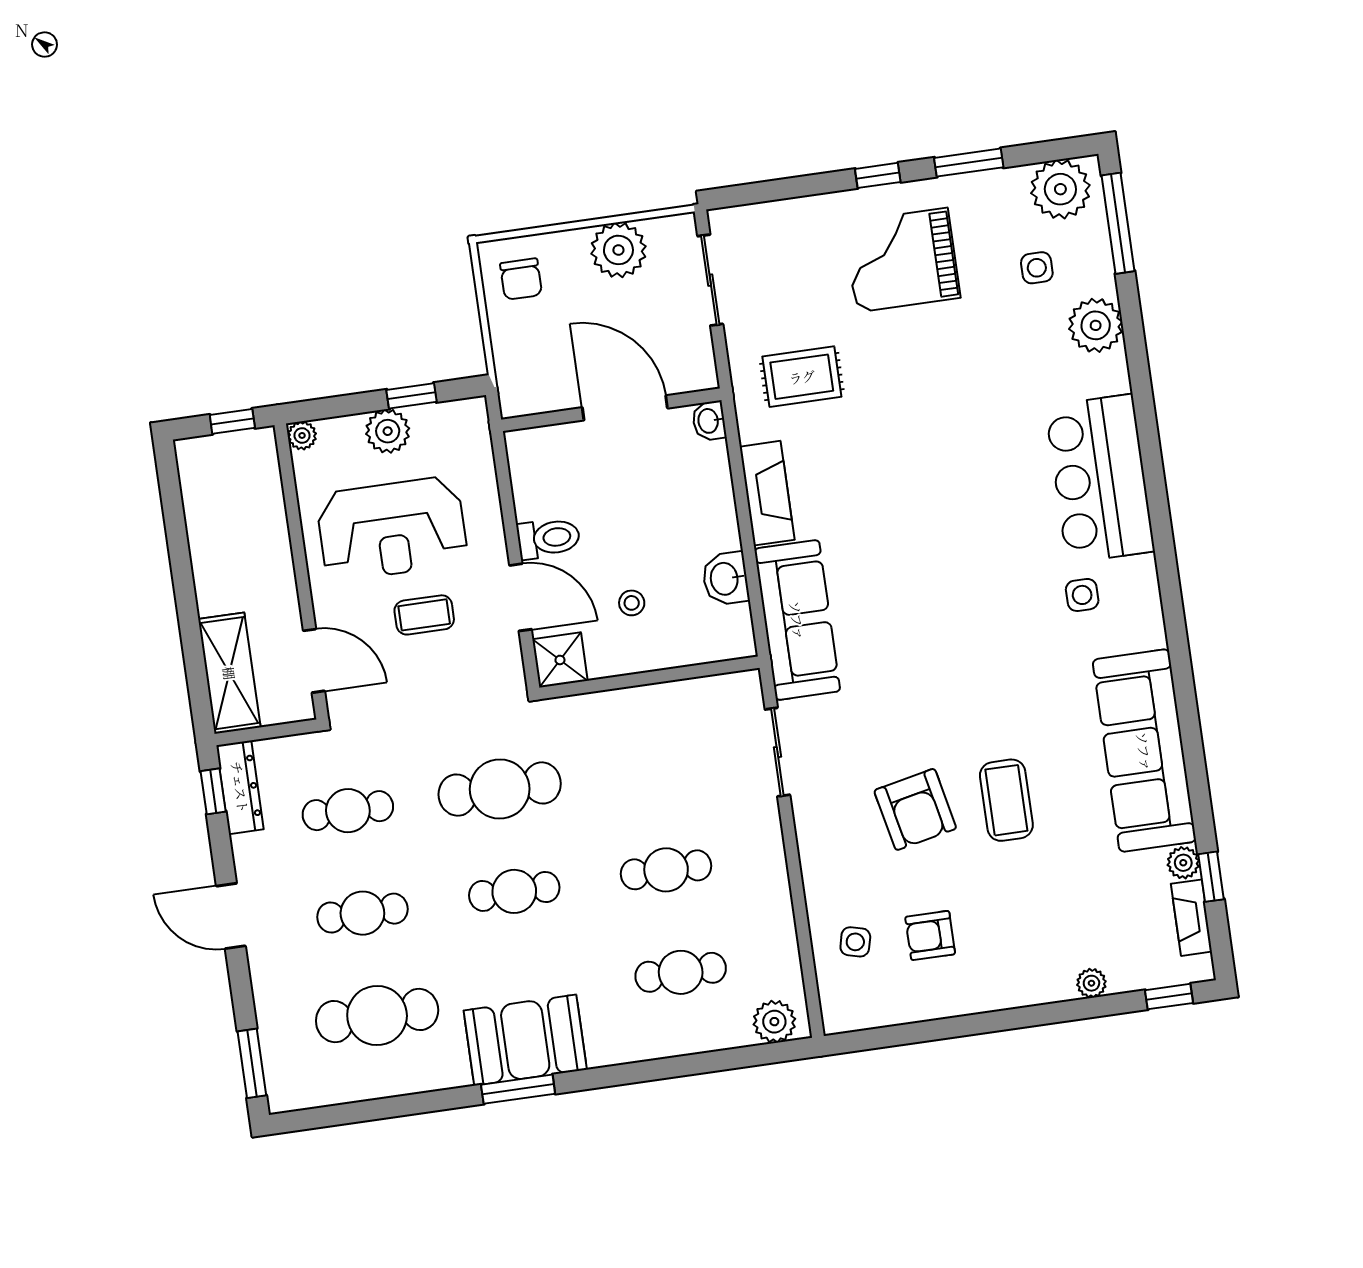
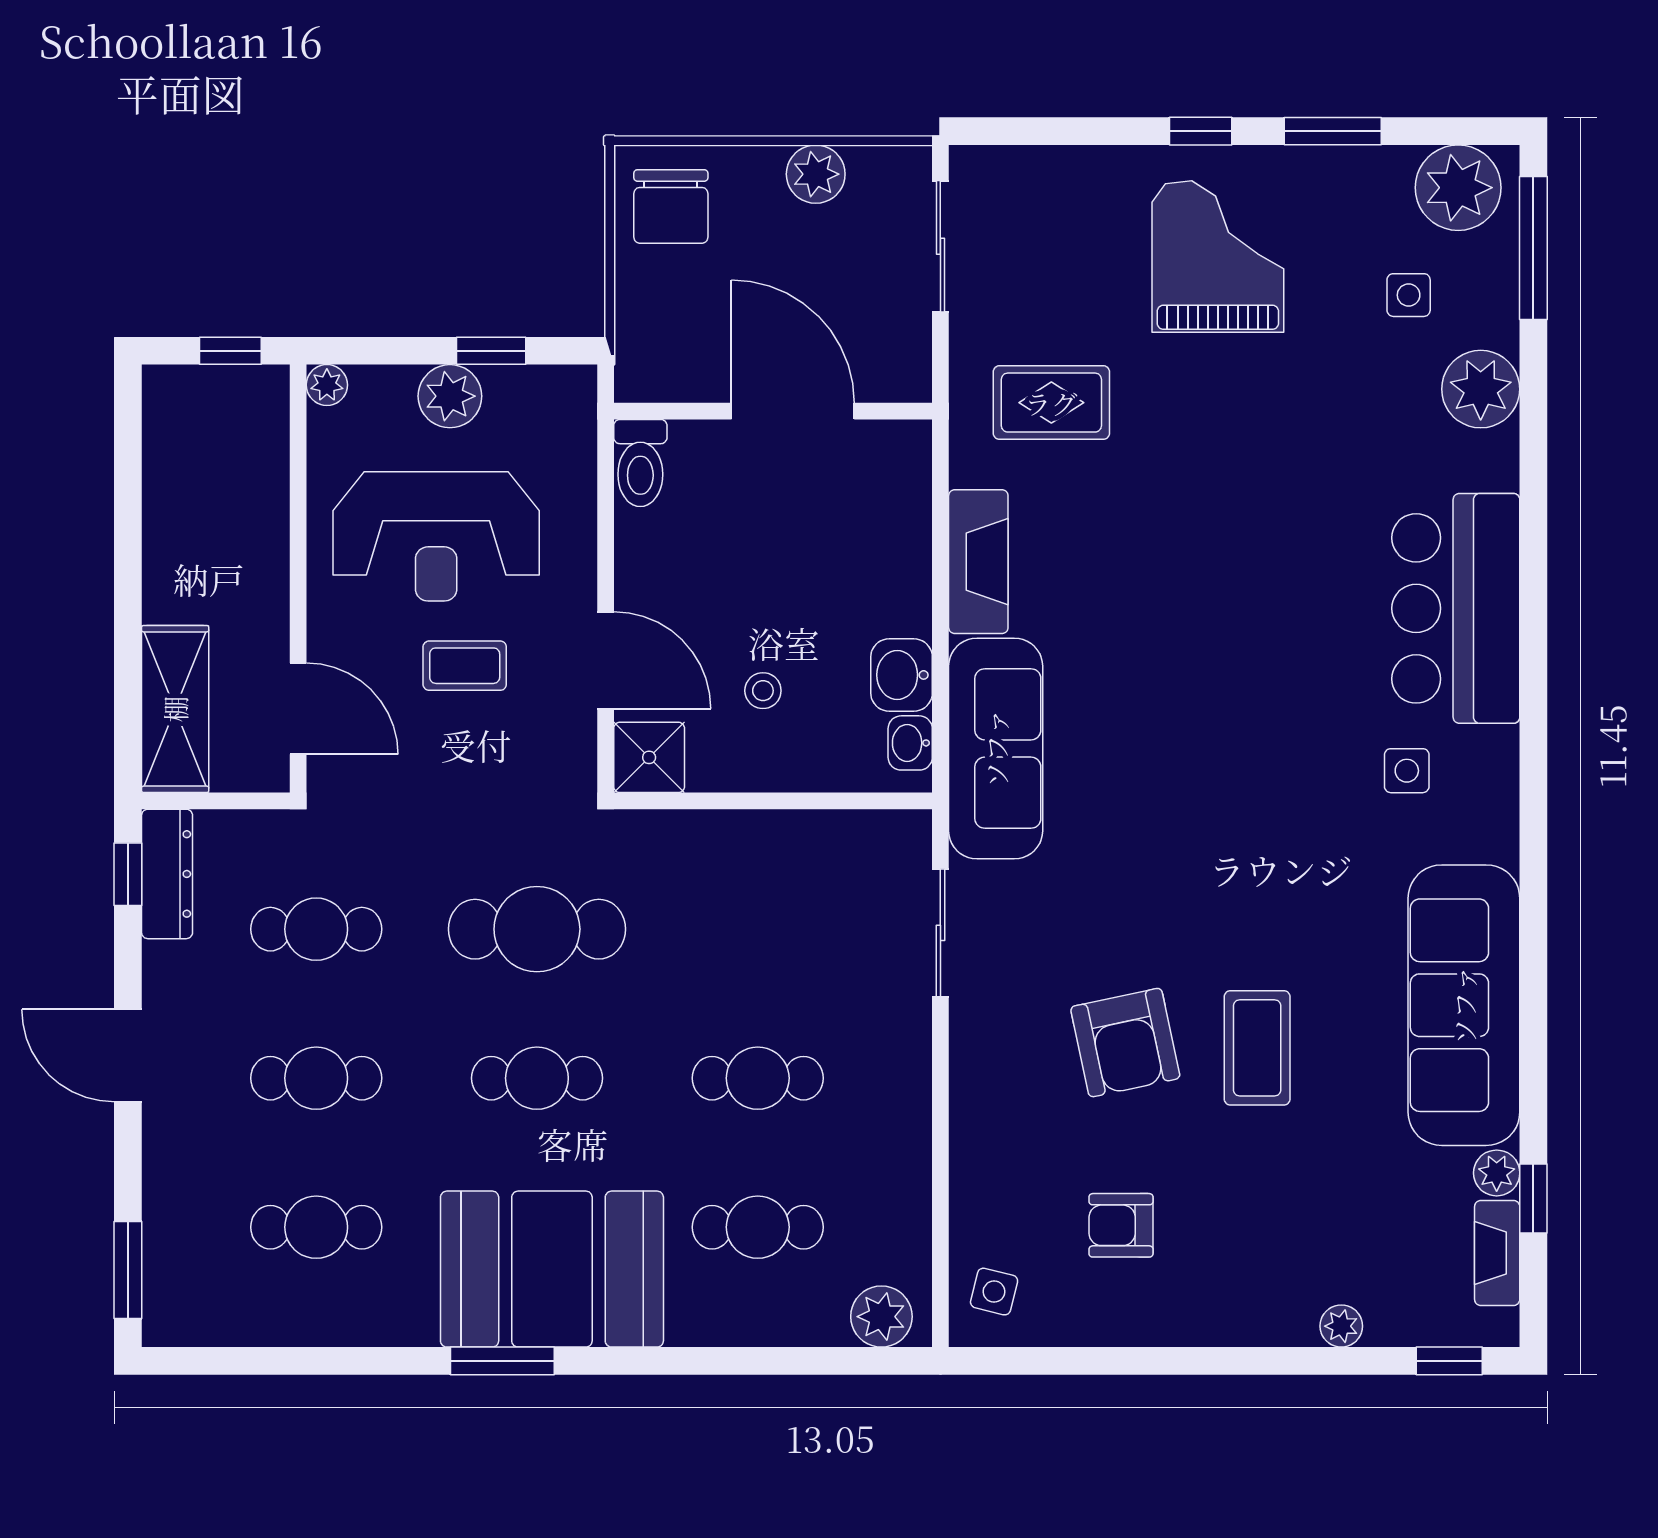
plant: (618, 250) -> (816, 174), width x0.73, depth x0.73
grand piano: (902, 260) -> (1218, 257), turned 90
chair: (521, 279) -> (671, 206), width x1.37, depth x1.37
washbasin: (709, 421) -> (910, 743), moved
toilet: (548, 538) -> (640, 463), moved, turned 90
side table: (855, 942) -> (994, 1292), moved
cafe table: (377, 1015) -> (316, 1227), width x0.73, depth x0.74
booth: (525, 1040) -> (552, 1269), width x1.36, depth x1.42

